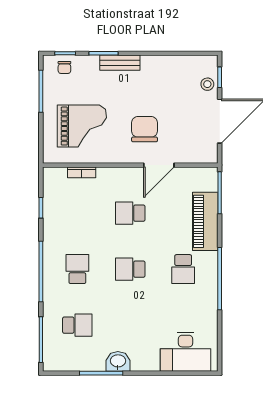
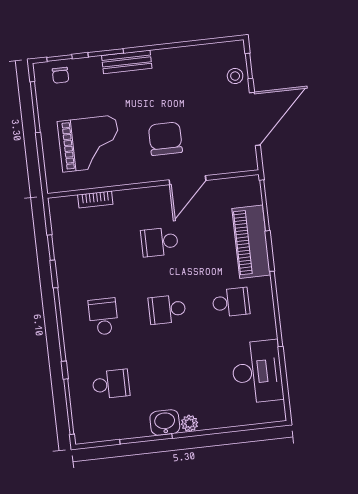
school desk: (183, 269) -> (231, 302), turned -90
desk: (185, 352) -> (257, 372), moved, turned -90
plant: (138, 364) -> (190, 423), added

